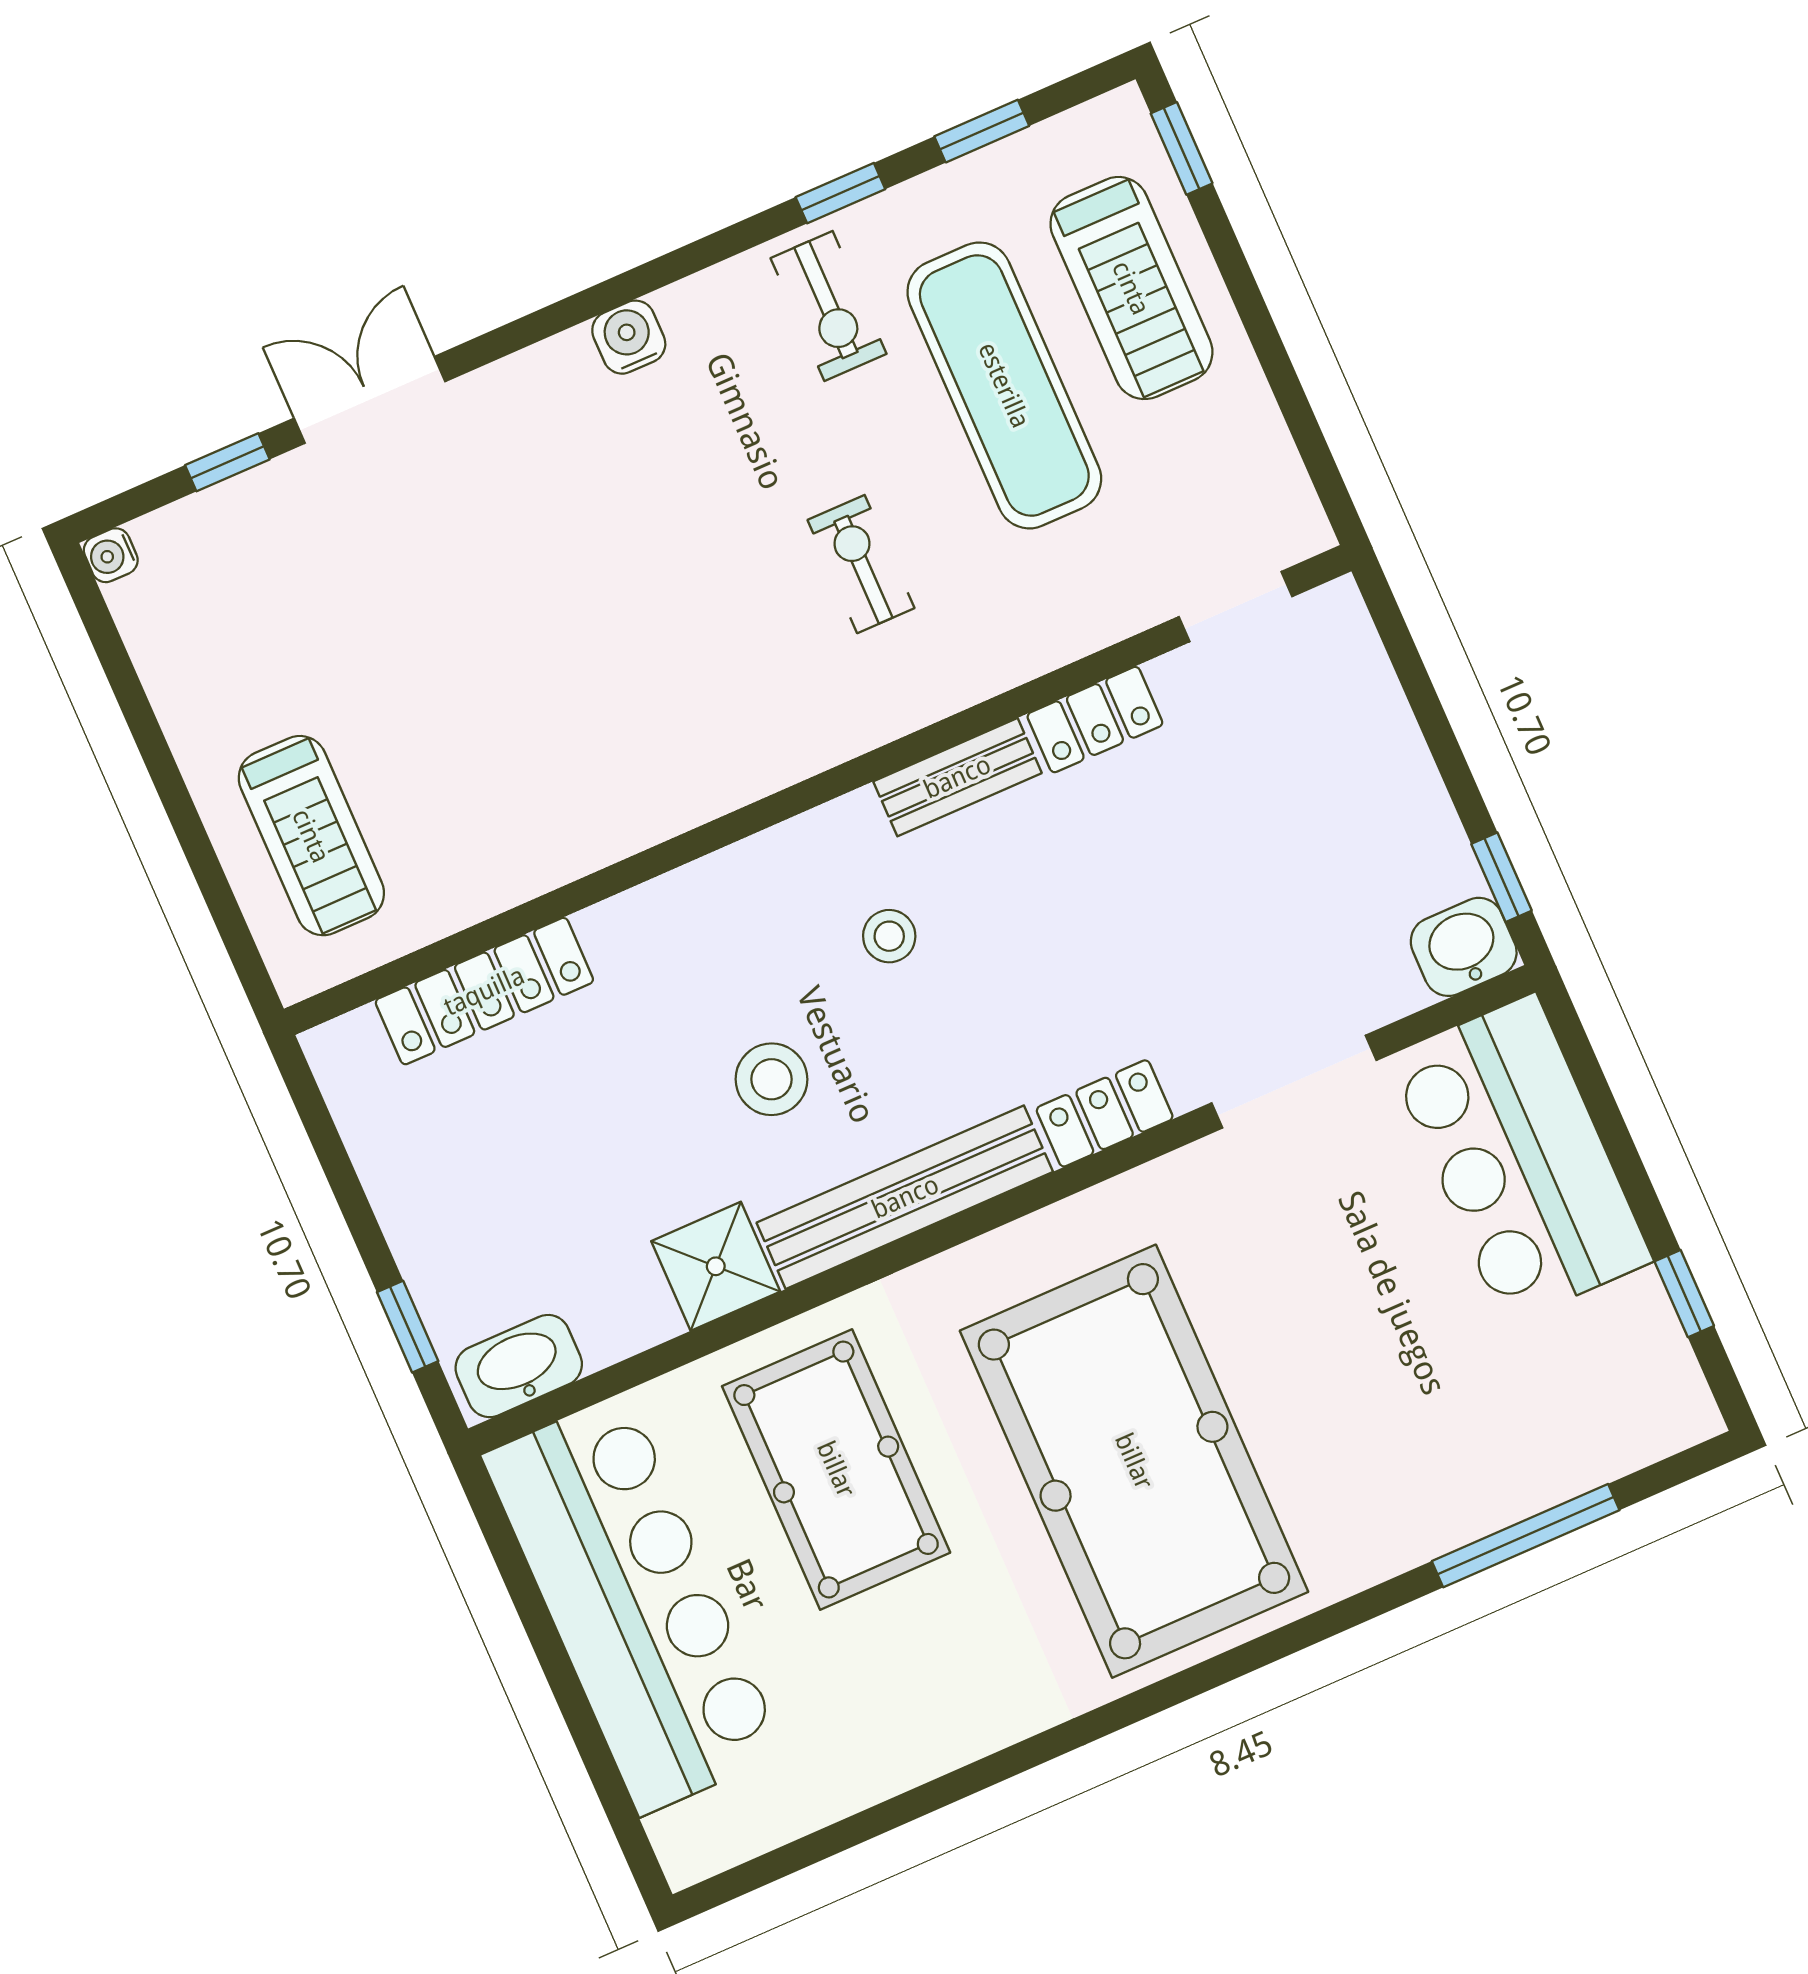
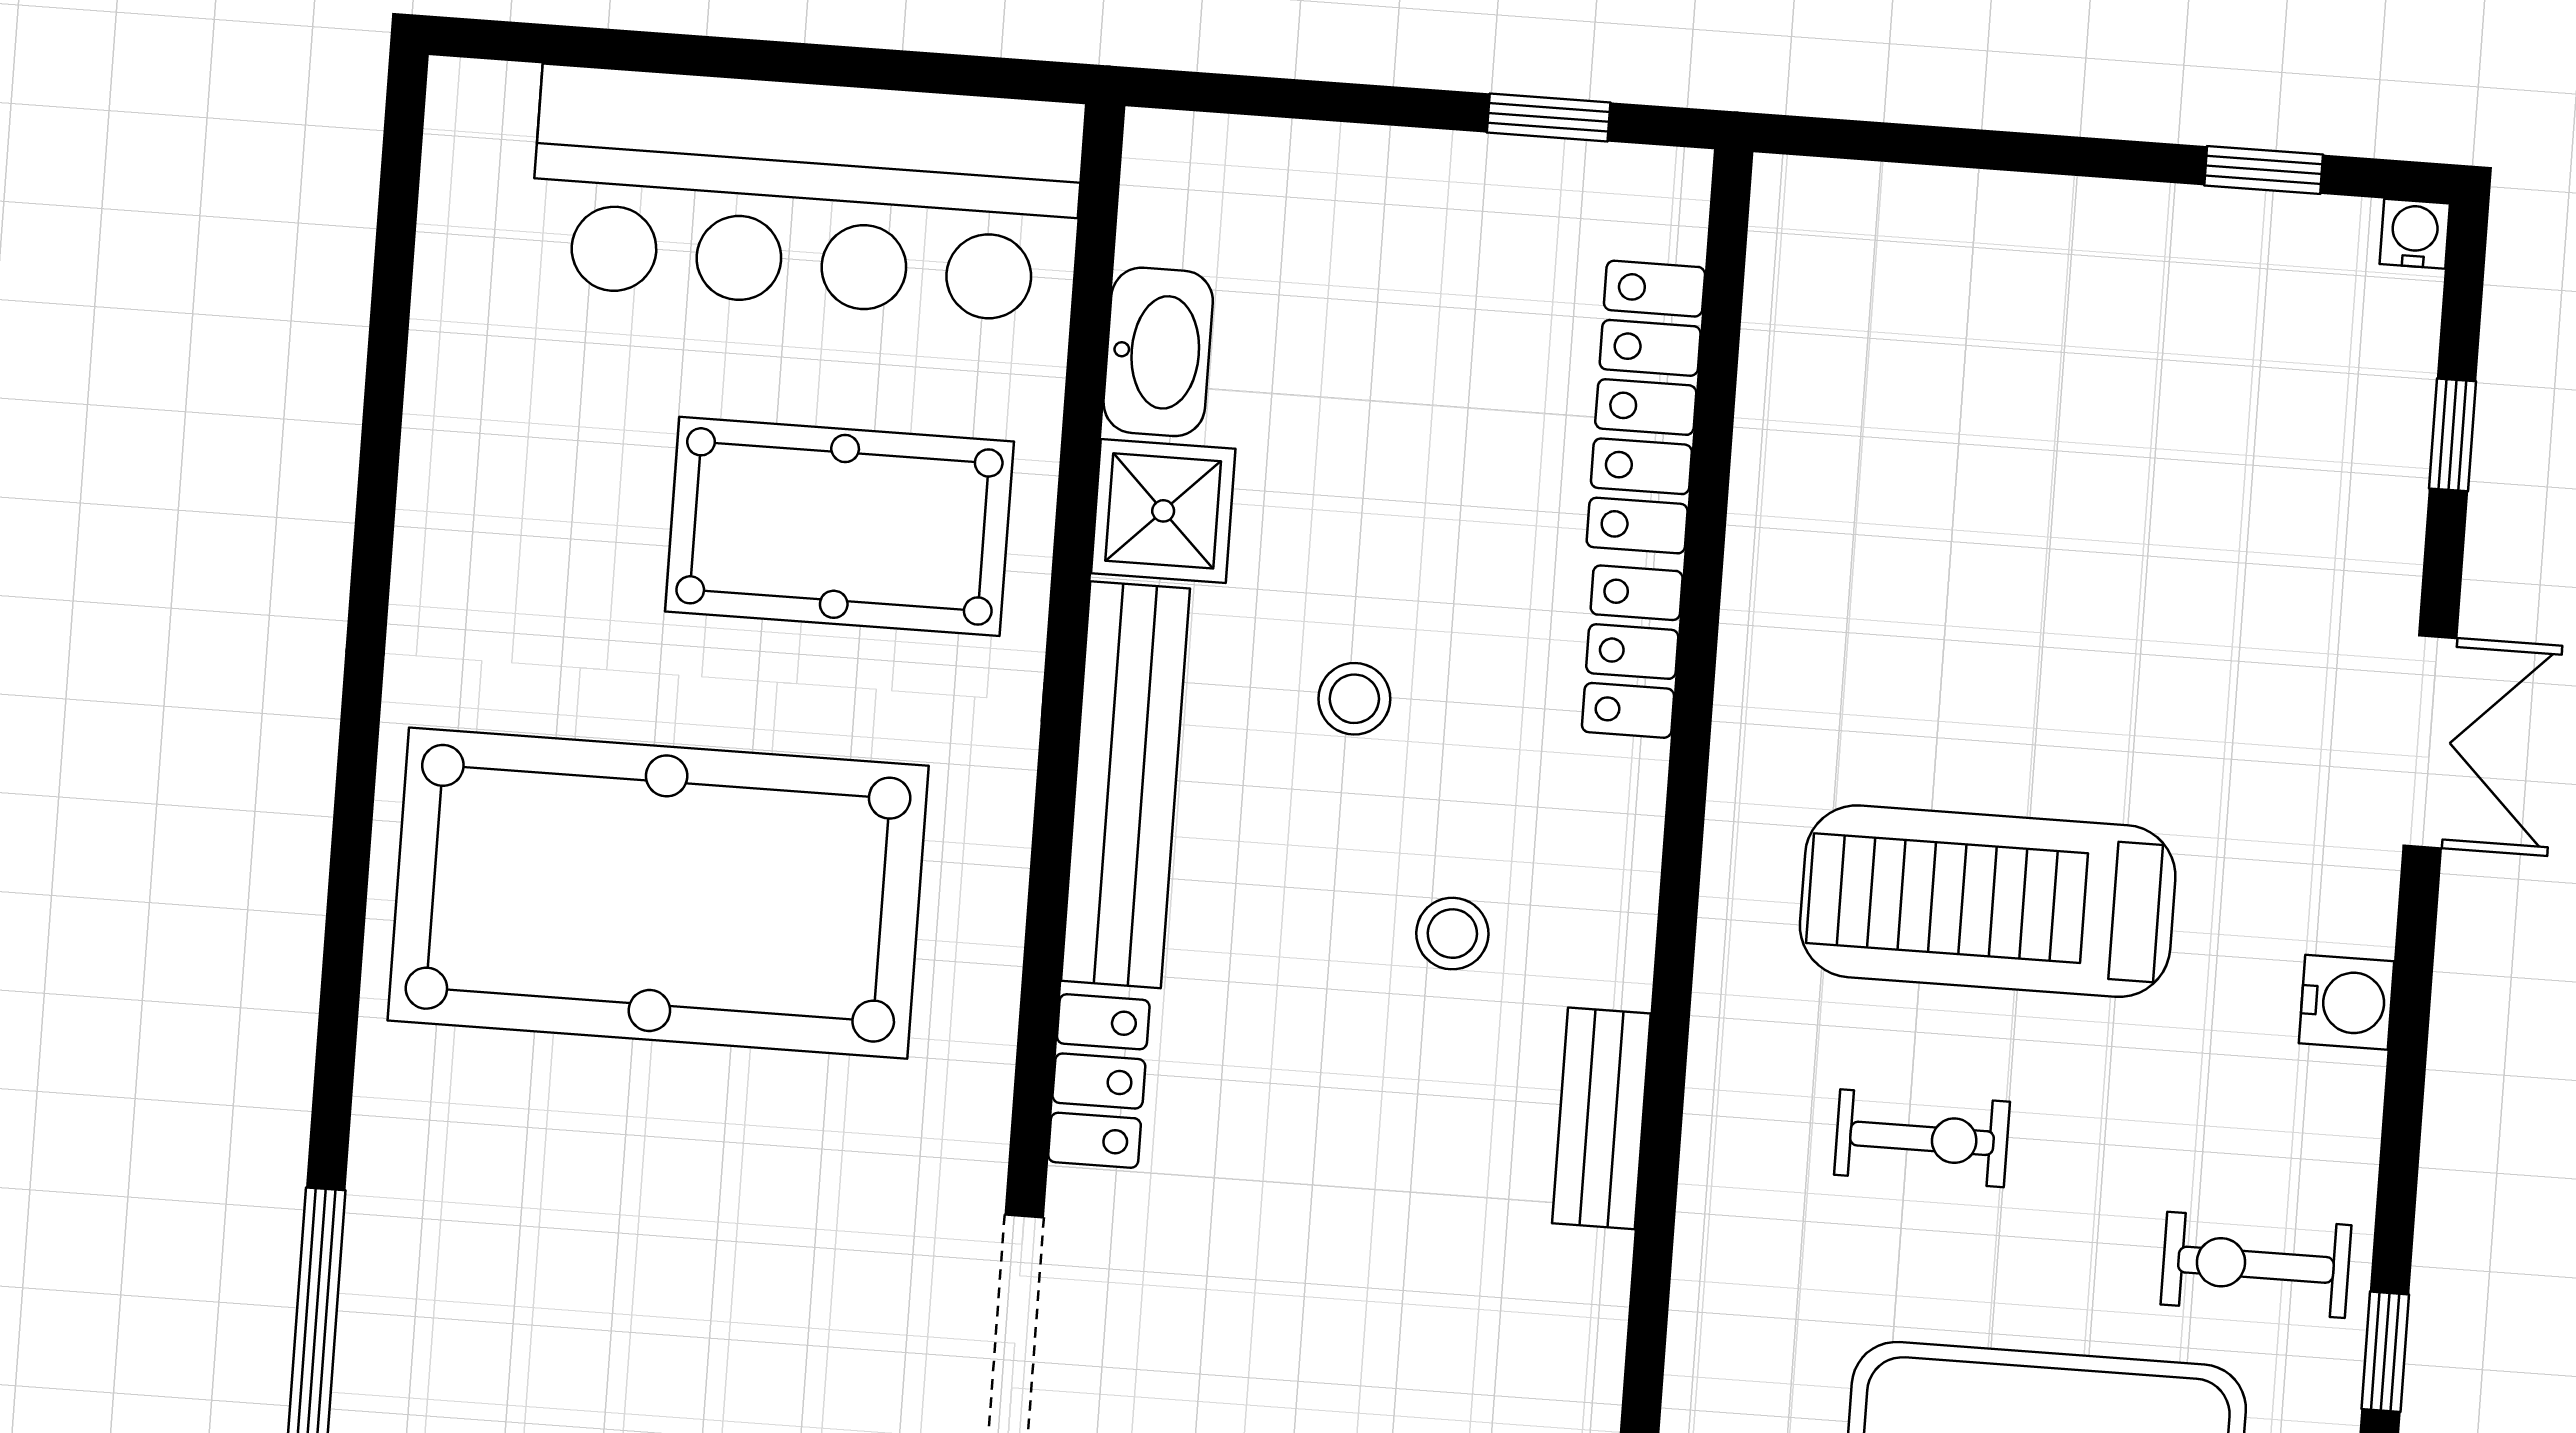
double door: (370, 400) -> (2430, 742), moved
window: (121, 674) -> (2264, 170), added
locker: (1095, 720) -> (1632, 652), moved
treadmill: (311, 836) -> (1988, 901), moved, width x1.37, depth x1.38
stool: (771, 1079) -> (1354, 699), width x0.73, depth x0.73
window: (408, 1327) -> (1549, 117), moved
washbasin: (519, 1366) -> (1158, 352), moved

